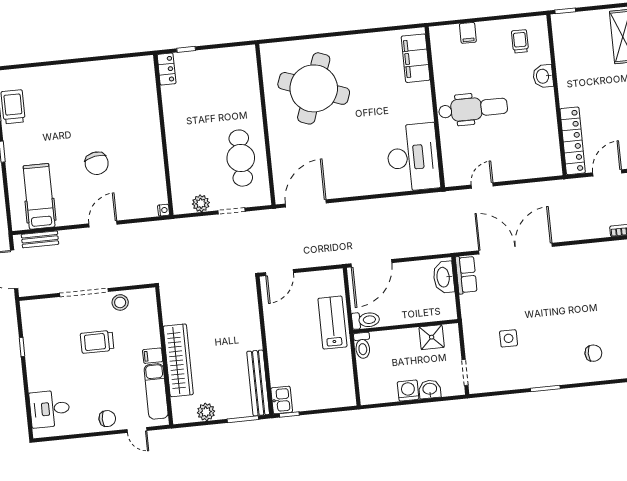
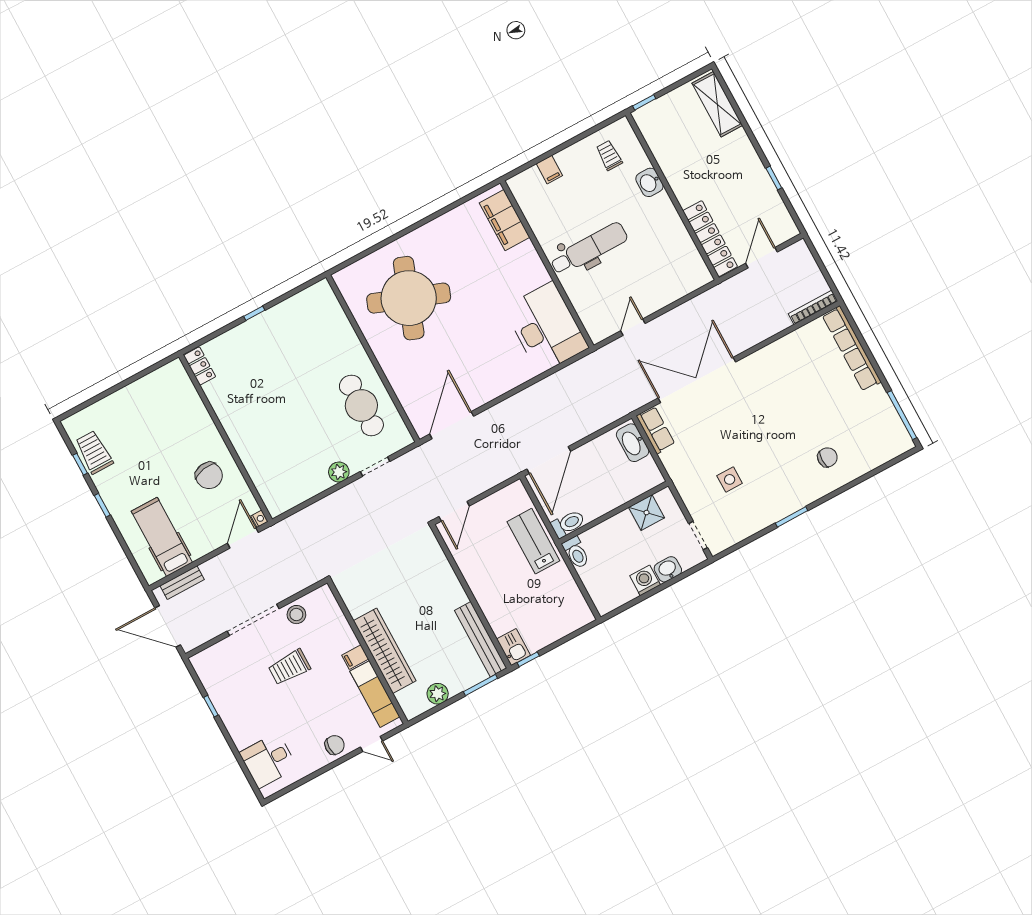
locker: (167, 69) -> (200, 366), moved
wall: (163, 135) -> (226, 438), moved
nightstand: (164, 210) -> (259, 519), moved

